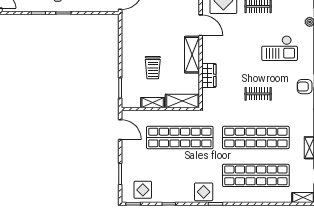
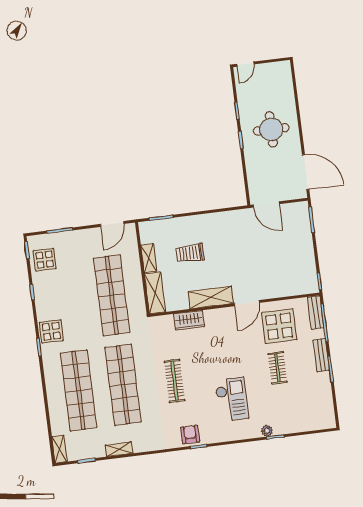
checkout: (280, 48) -> (232, 399), turned 180
clothes rail: (258, 94) -> (175, 381), width x1.36

